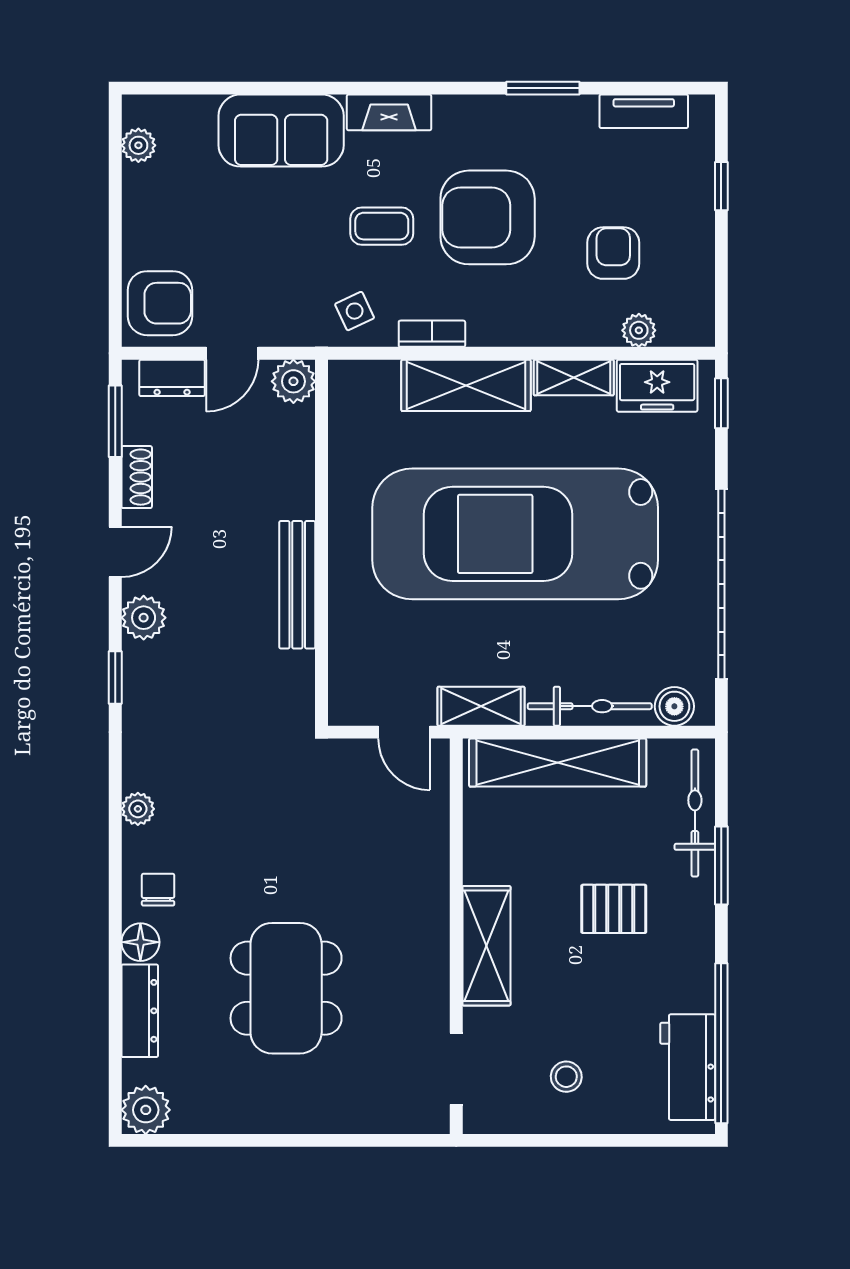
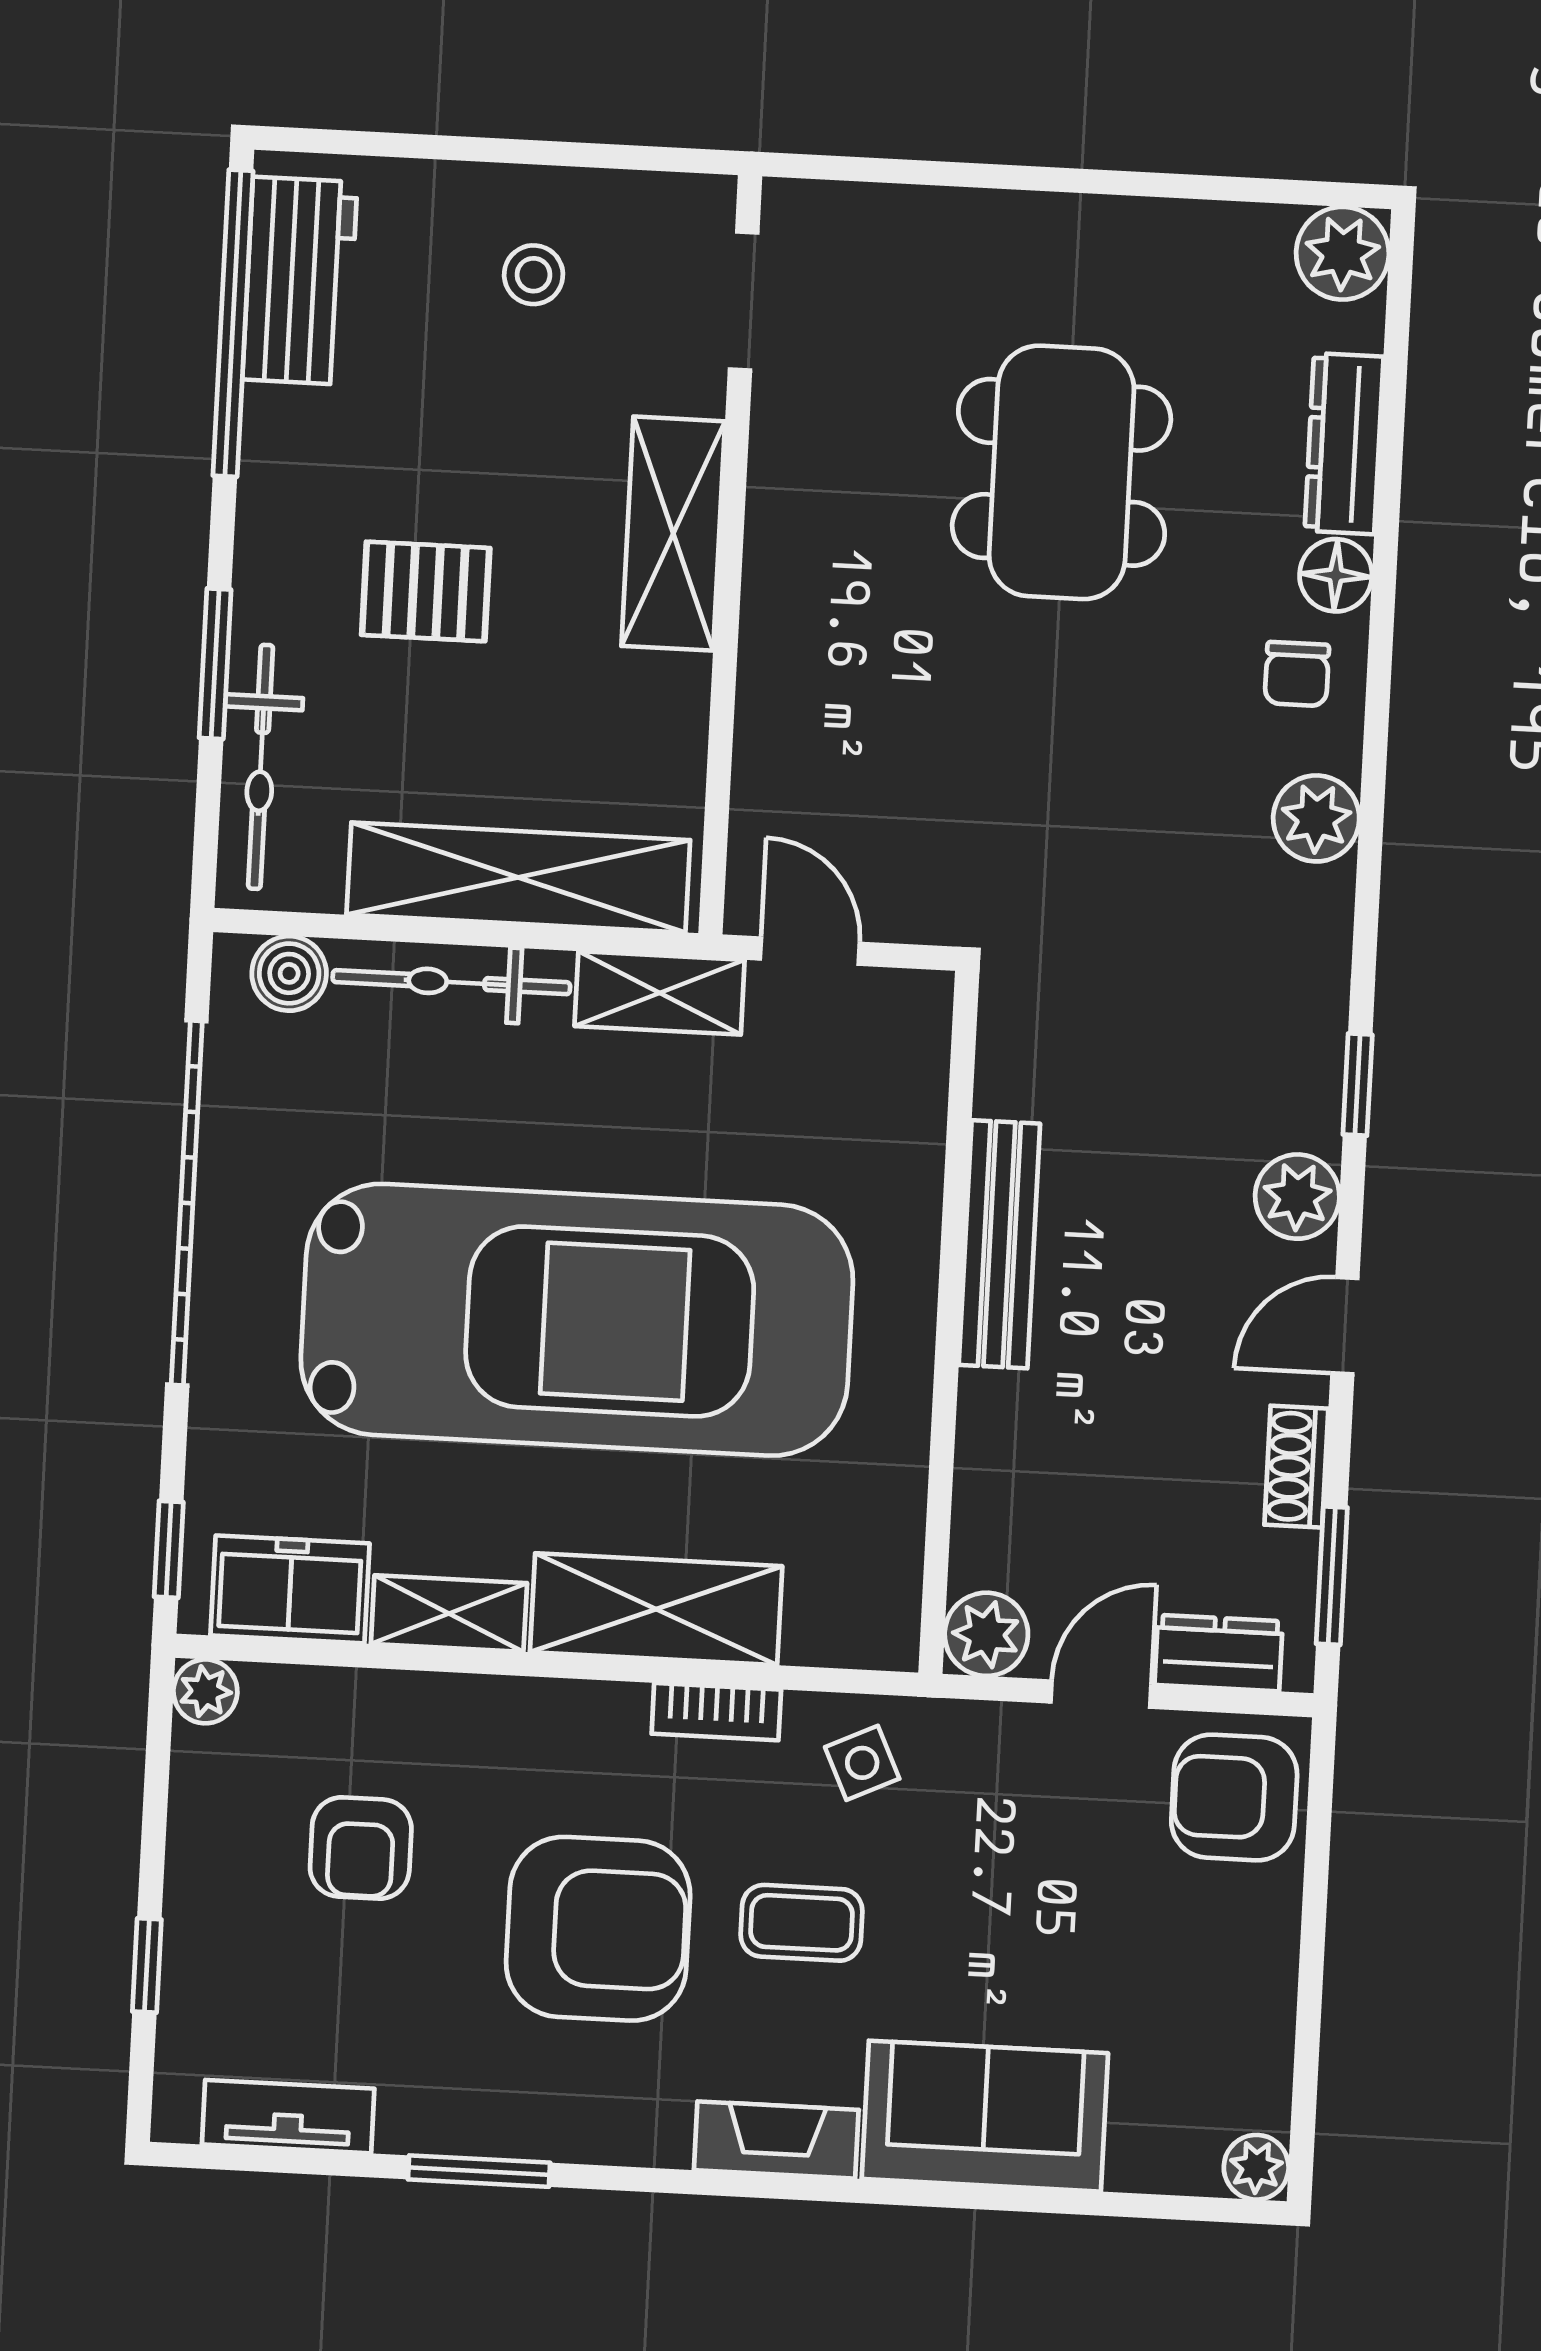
plant: (138, 145) -> (1256, 2167), moved
plant: (639, 330) -> (205, 1691), moved
plant: (138, 809) -> (1316, 818), width x1.38, depth x1.38

